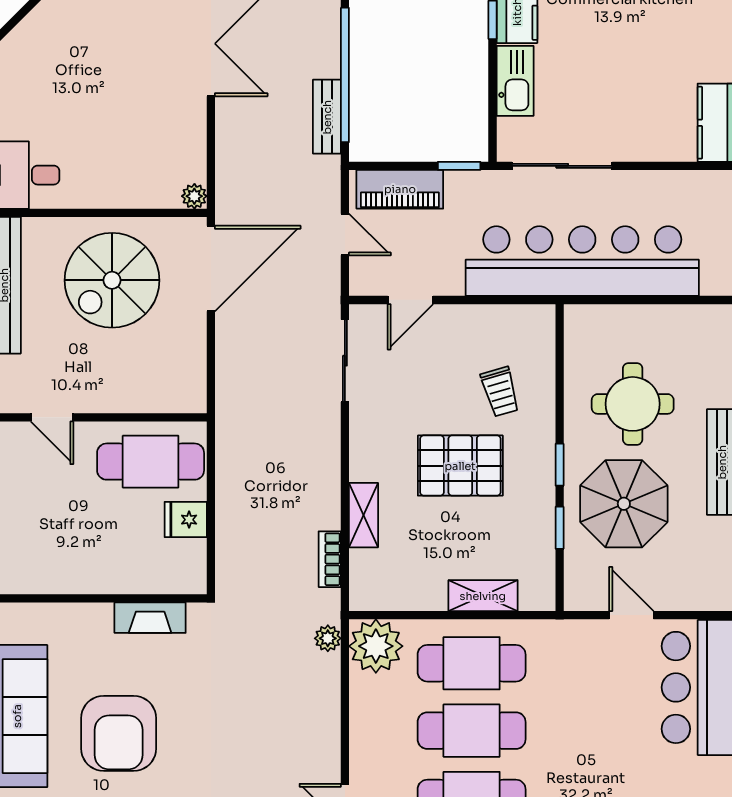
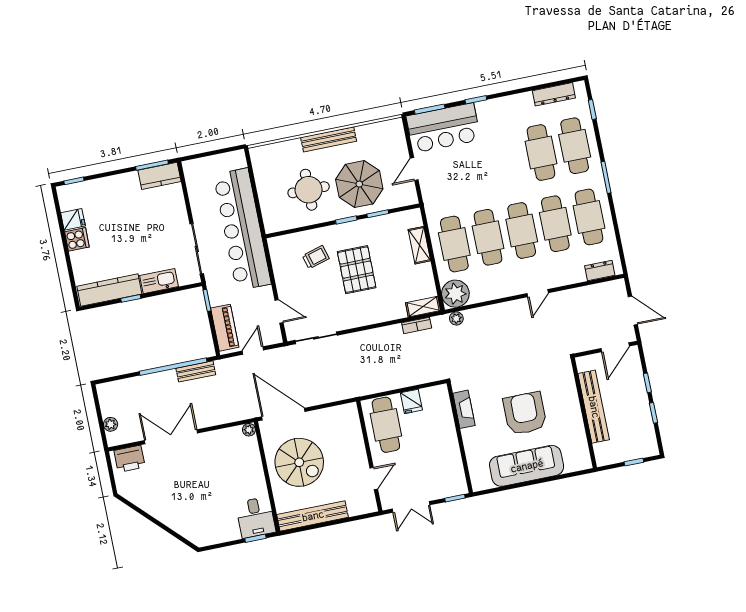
shelving: (364, 515) -> (423, 307), moved
armchair: (119, 733) -> (525, 413), turned -90

